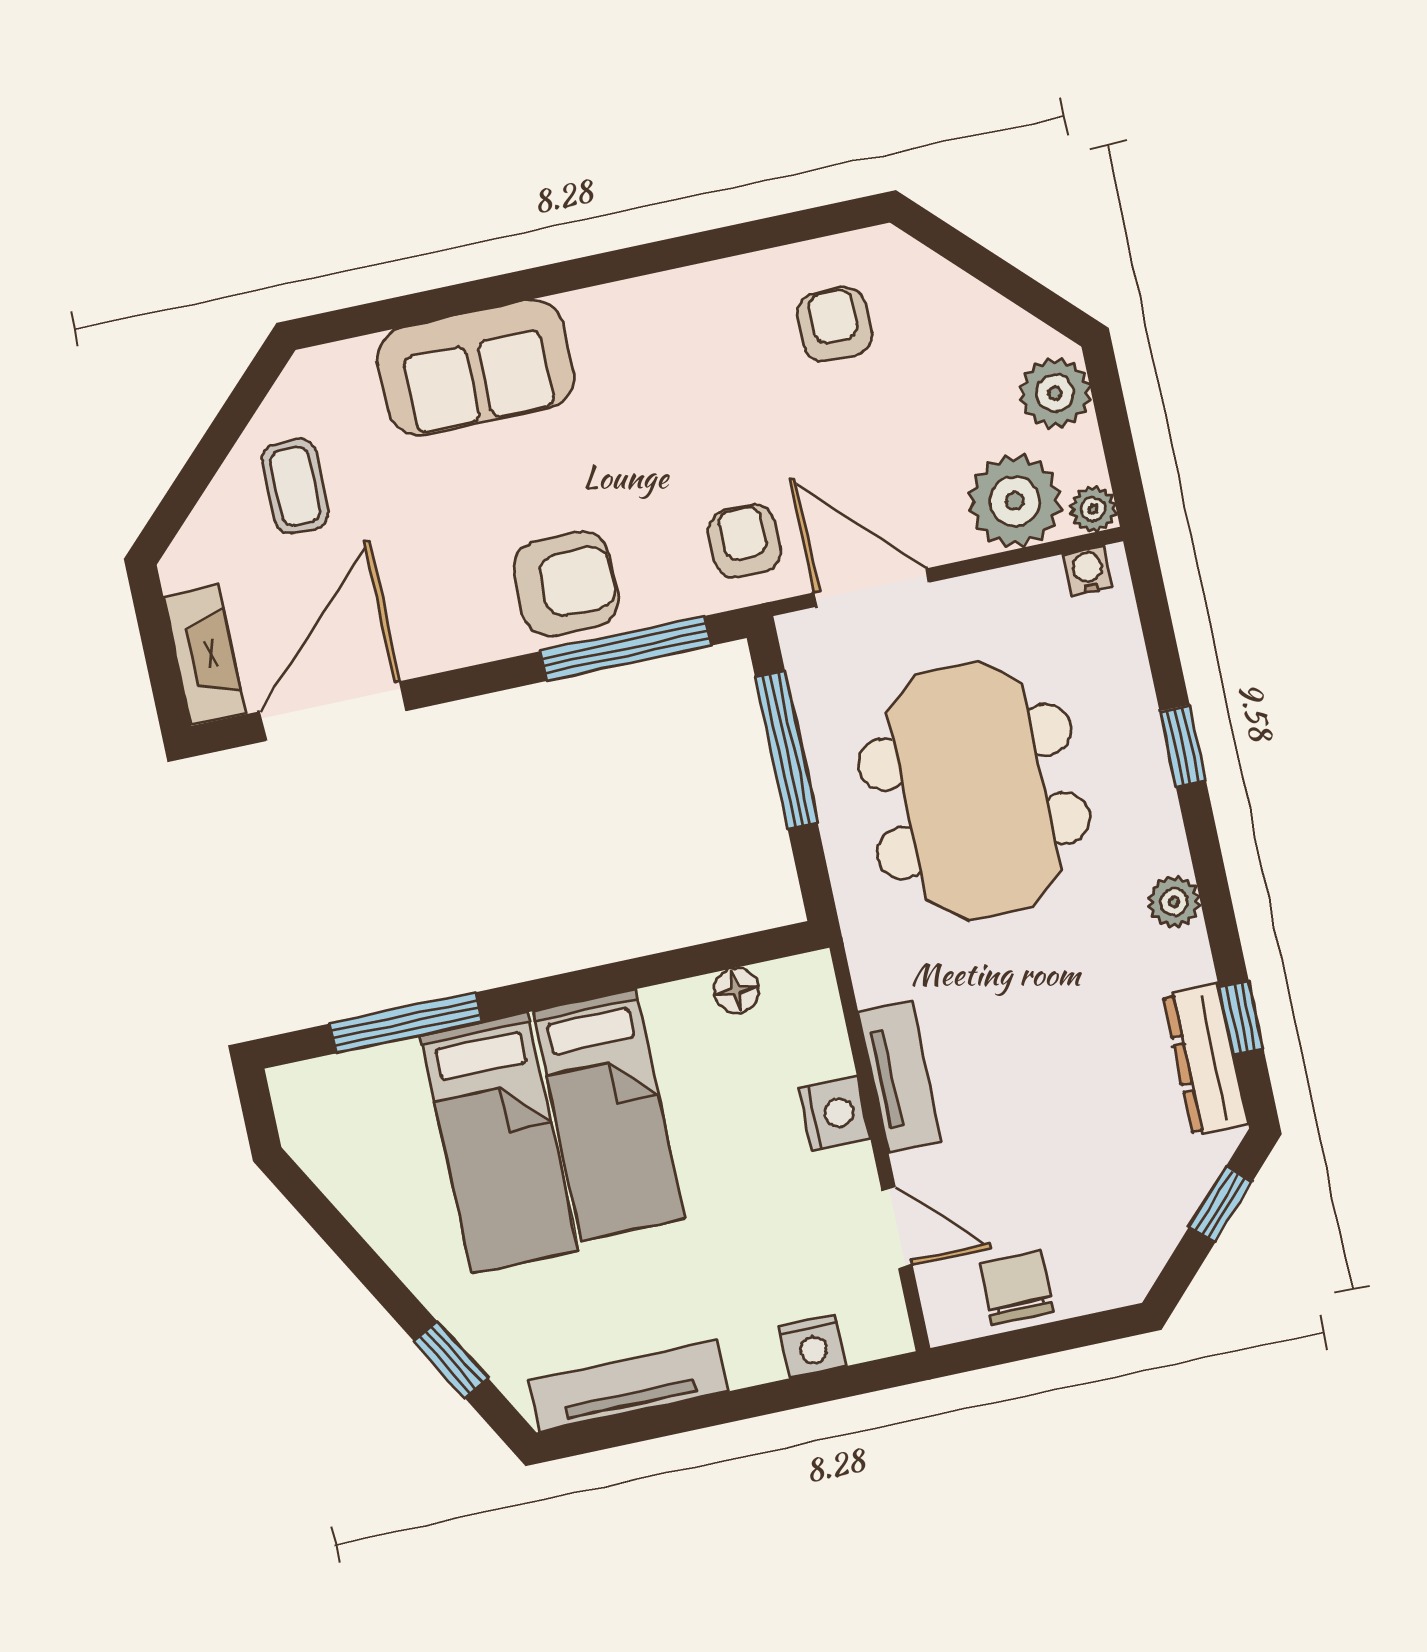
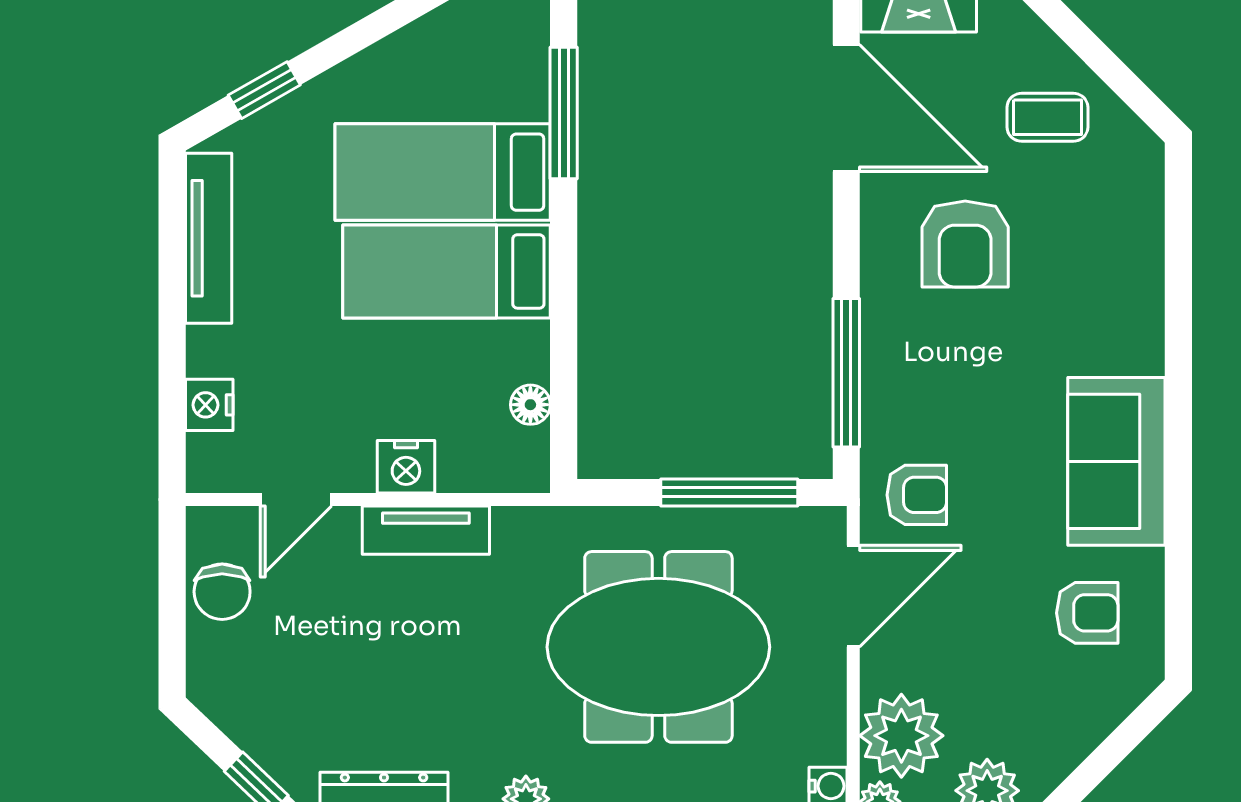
sofa: (476, 368) -> (1116, 461), moved
armchair: (566, 584) -> (965, 244), moved
chair: (1016, 1287) -> (222, 592), turned 90

